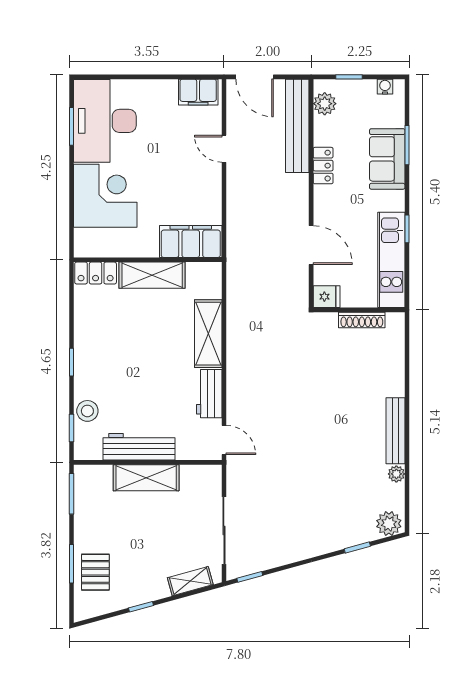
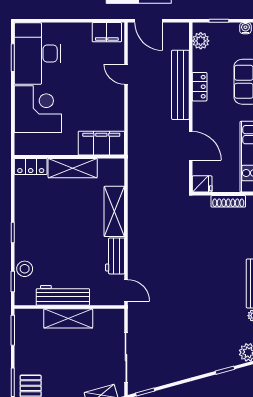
bench: (297, 126) -> (180, 85), moved

